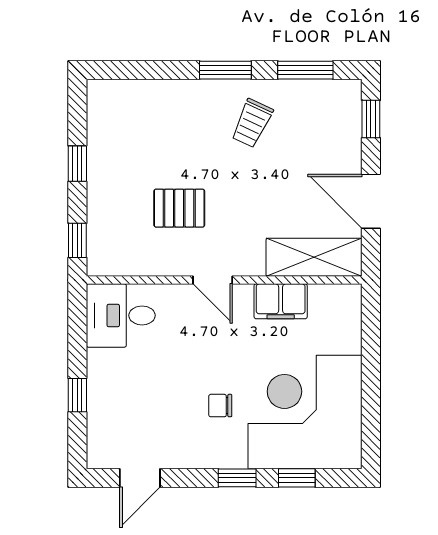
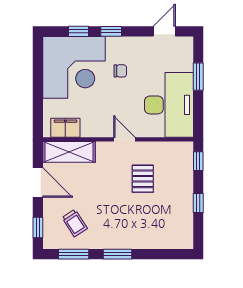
trolley: (252, 123) -> (75, 223), moved, turned 122
pallet: (179, 208) -> (143, 179), turned 90
filing cabinet: (281, 301) -> (65, 128), moved
desk: (121, 315) -> (169, 105), width x1.87, depth x1.30
window: (77, 395) -> (198, 77), width x1.50

